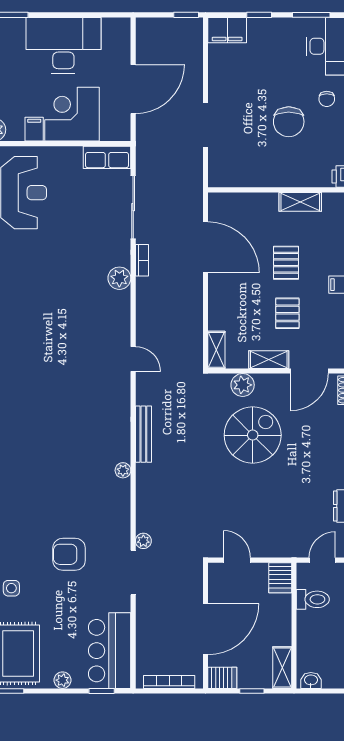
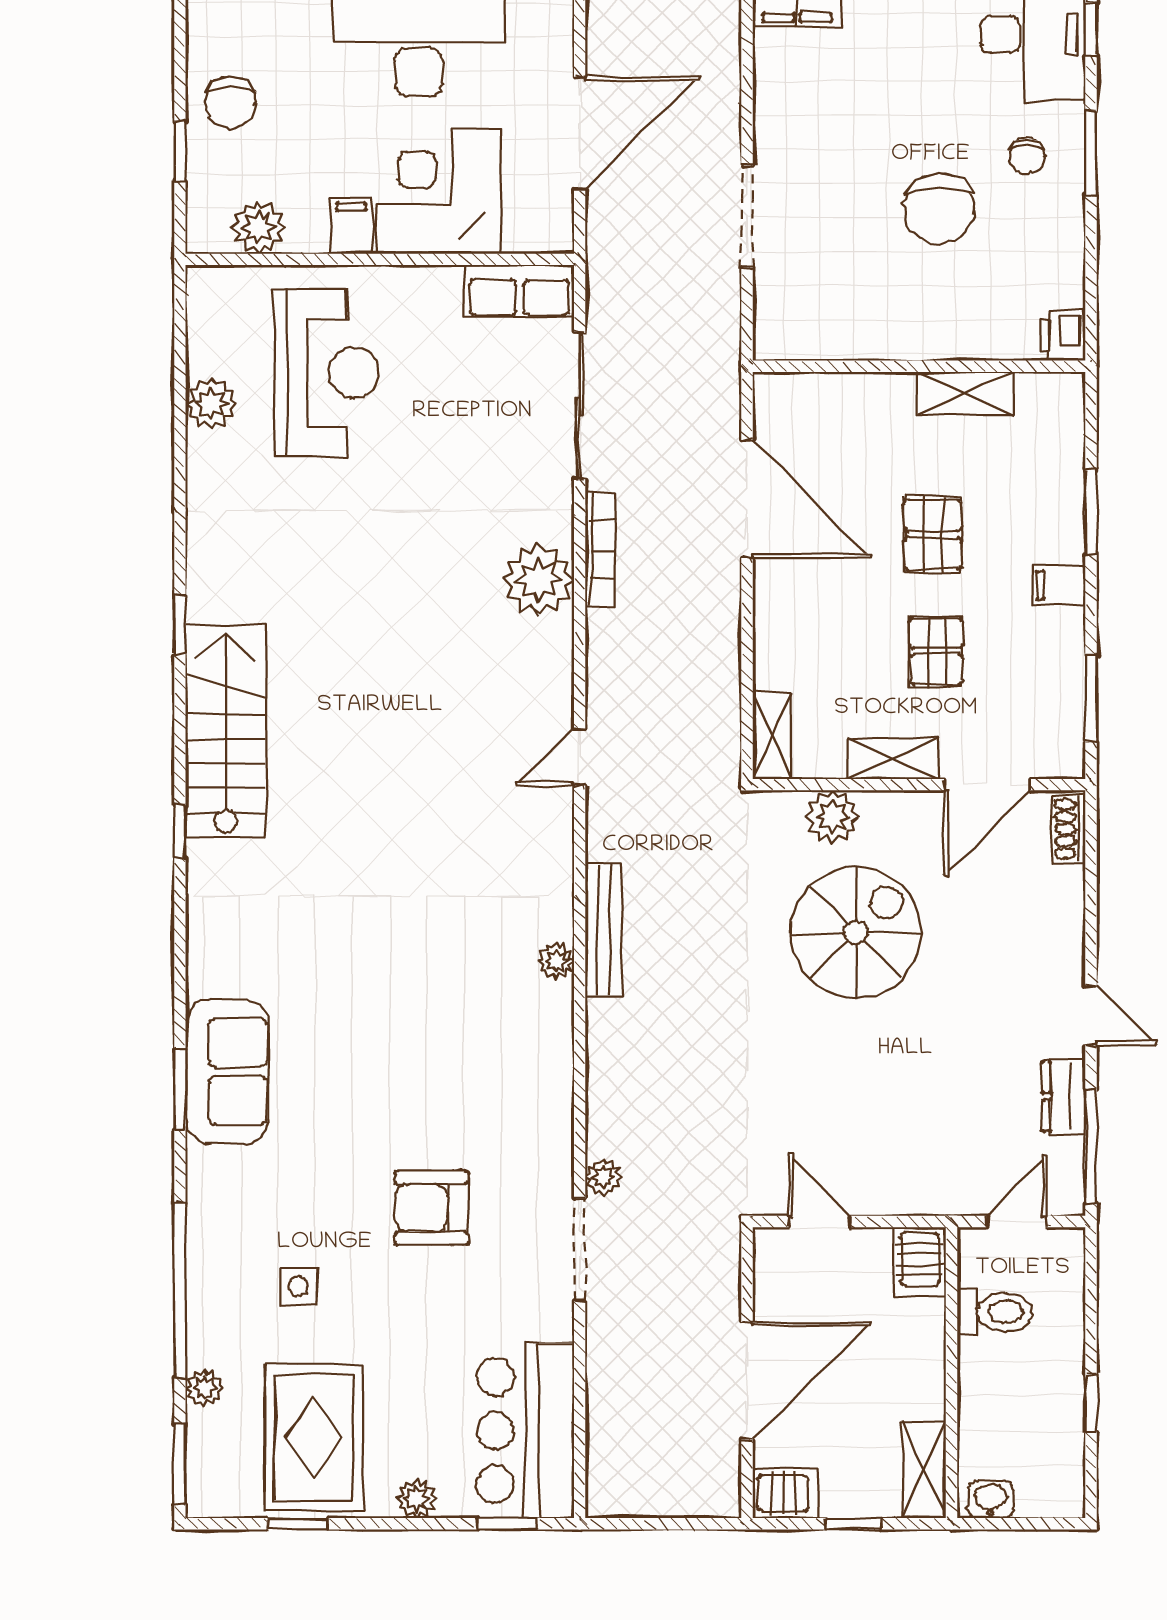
bookcase: (142, 260) -> (600, 550), width x1.56
plant: (119, 278) -> (538, 580), width x1.36, depth x1.36
door: (133, 359) -> (580, 757), swing flipped
plant: (123, 470) -> (556, 961), moved
bookcase: (169, 682) -> (663, 1503), removed

